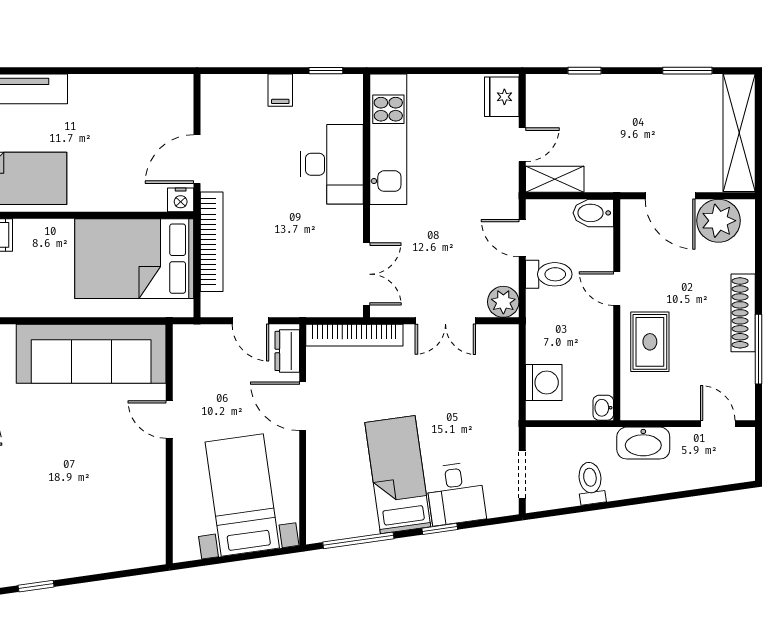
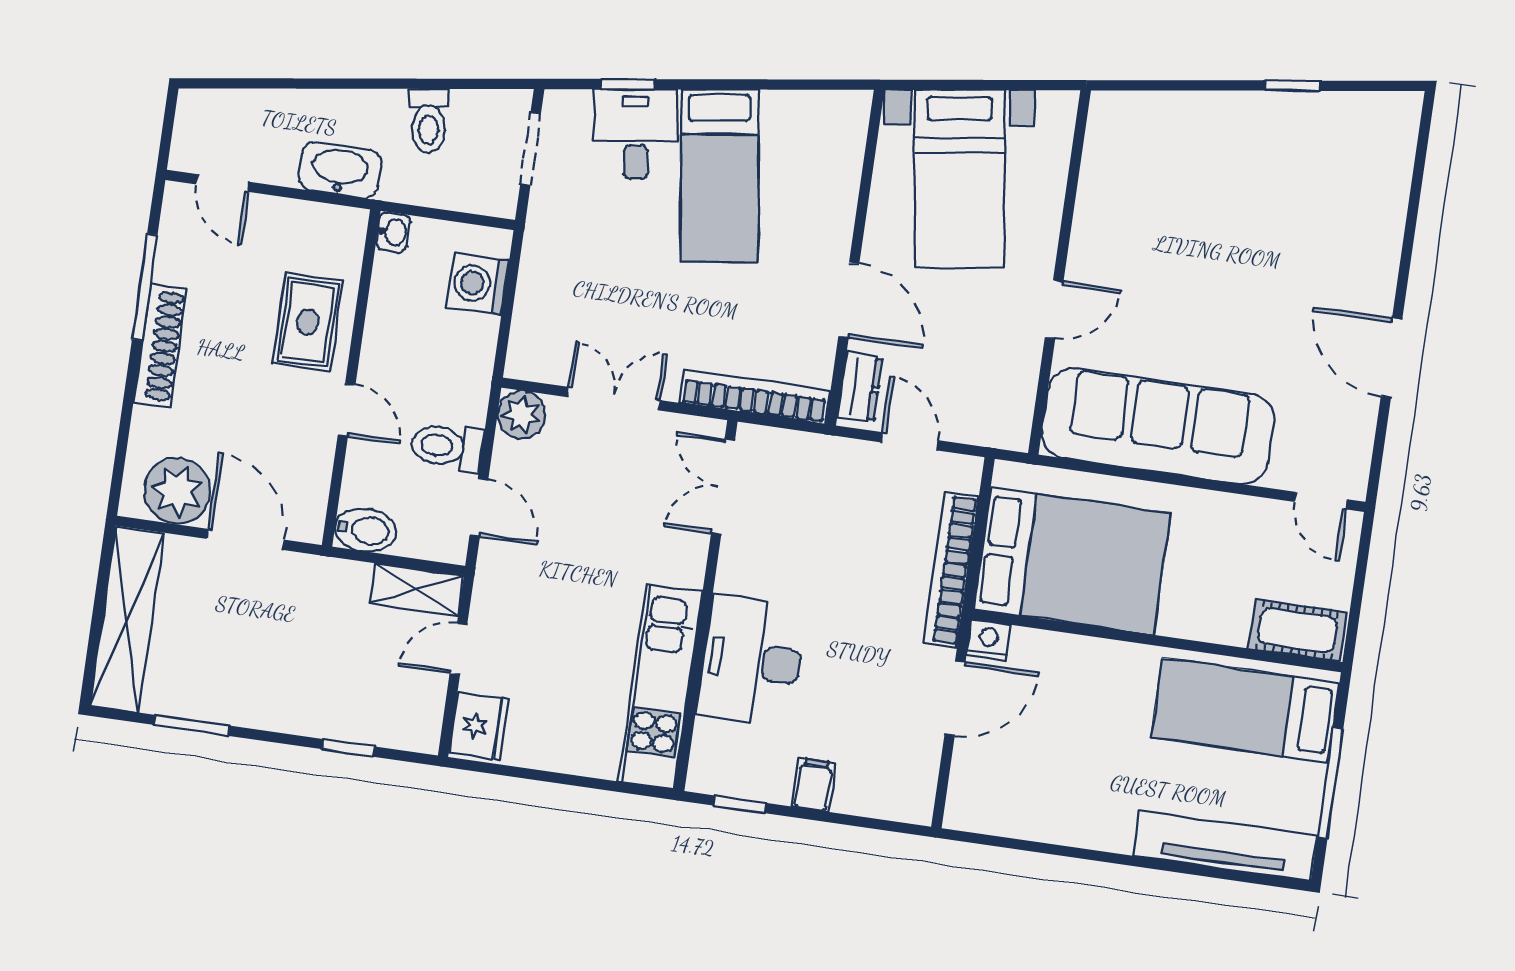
door: (169, 419) -> (1054, 309), hinge flipped
window: (440, 529) -> (628, 84), moved
window: (358, 540) -> (794, 85), removed

